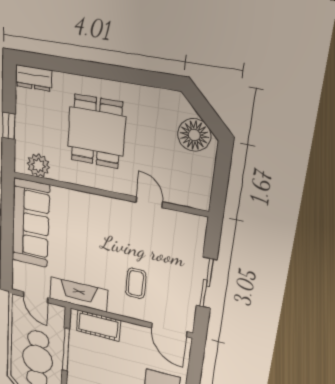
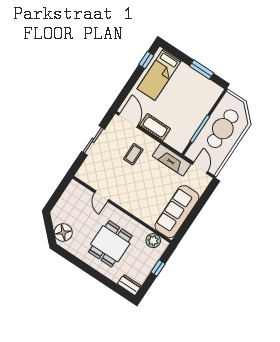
floor lamp: (194, 135) -> (63, 232), moved
cot: (98, 325) -> (155, 127), moved

